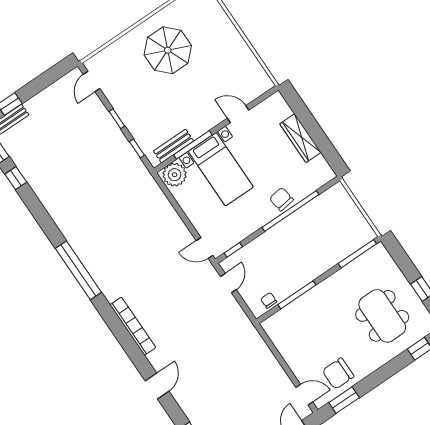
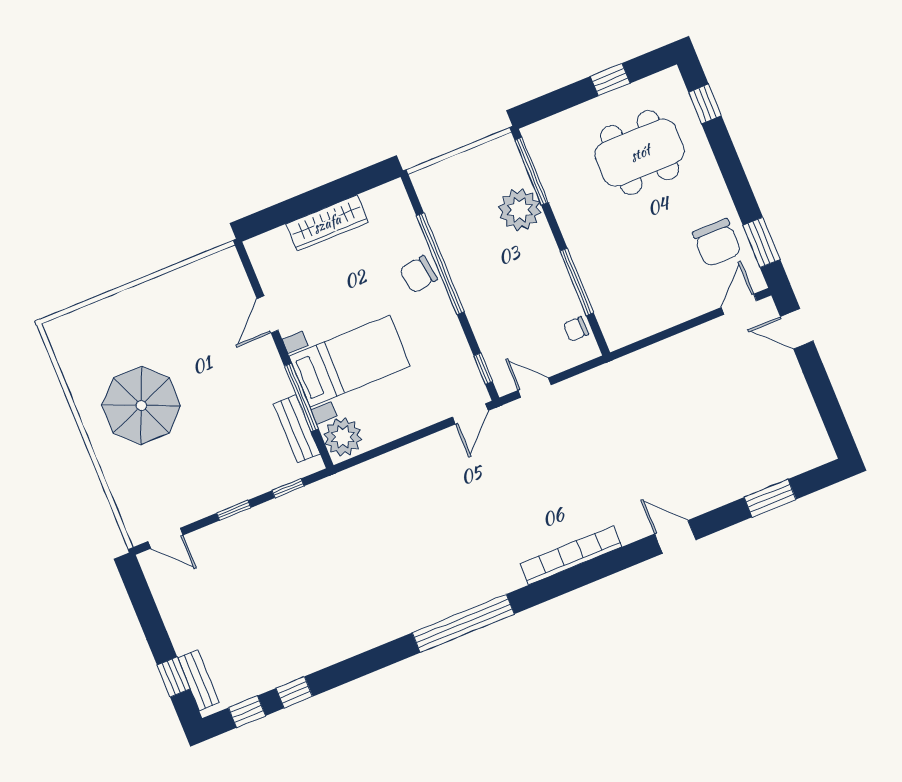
plant: (333, 252) -> (520, 210), added

